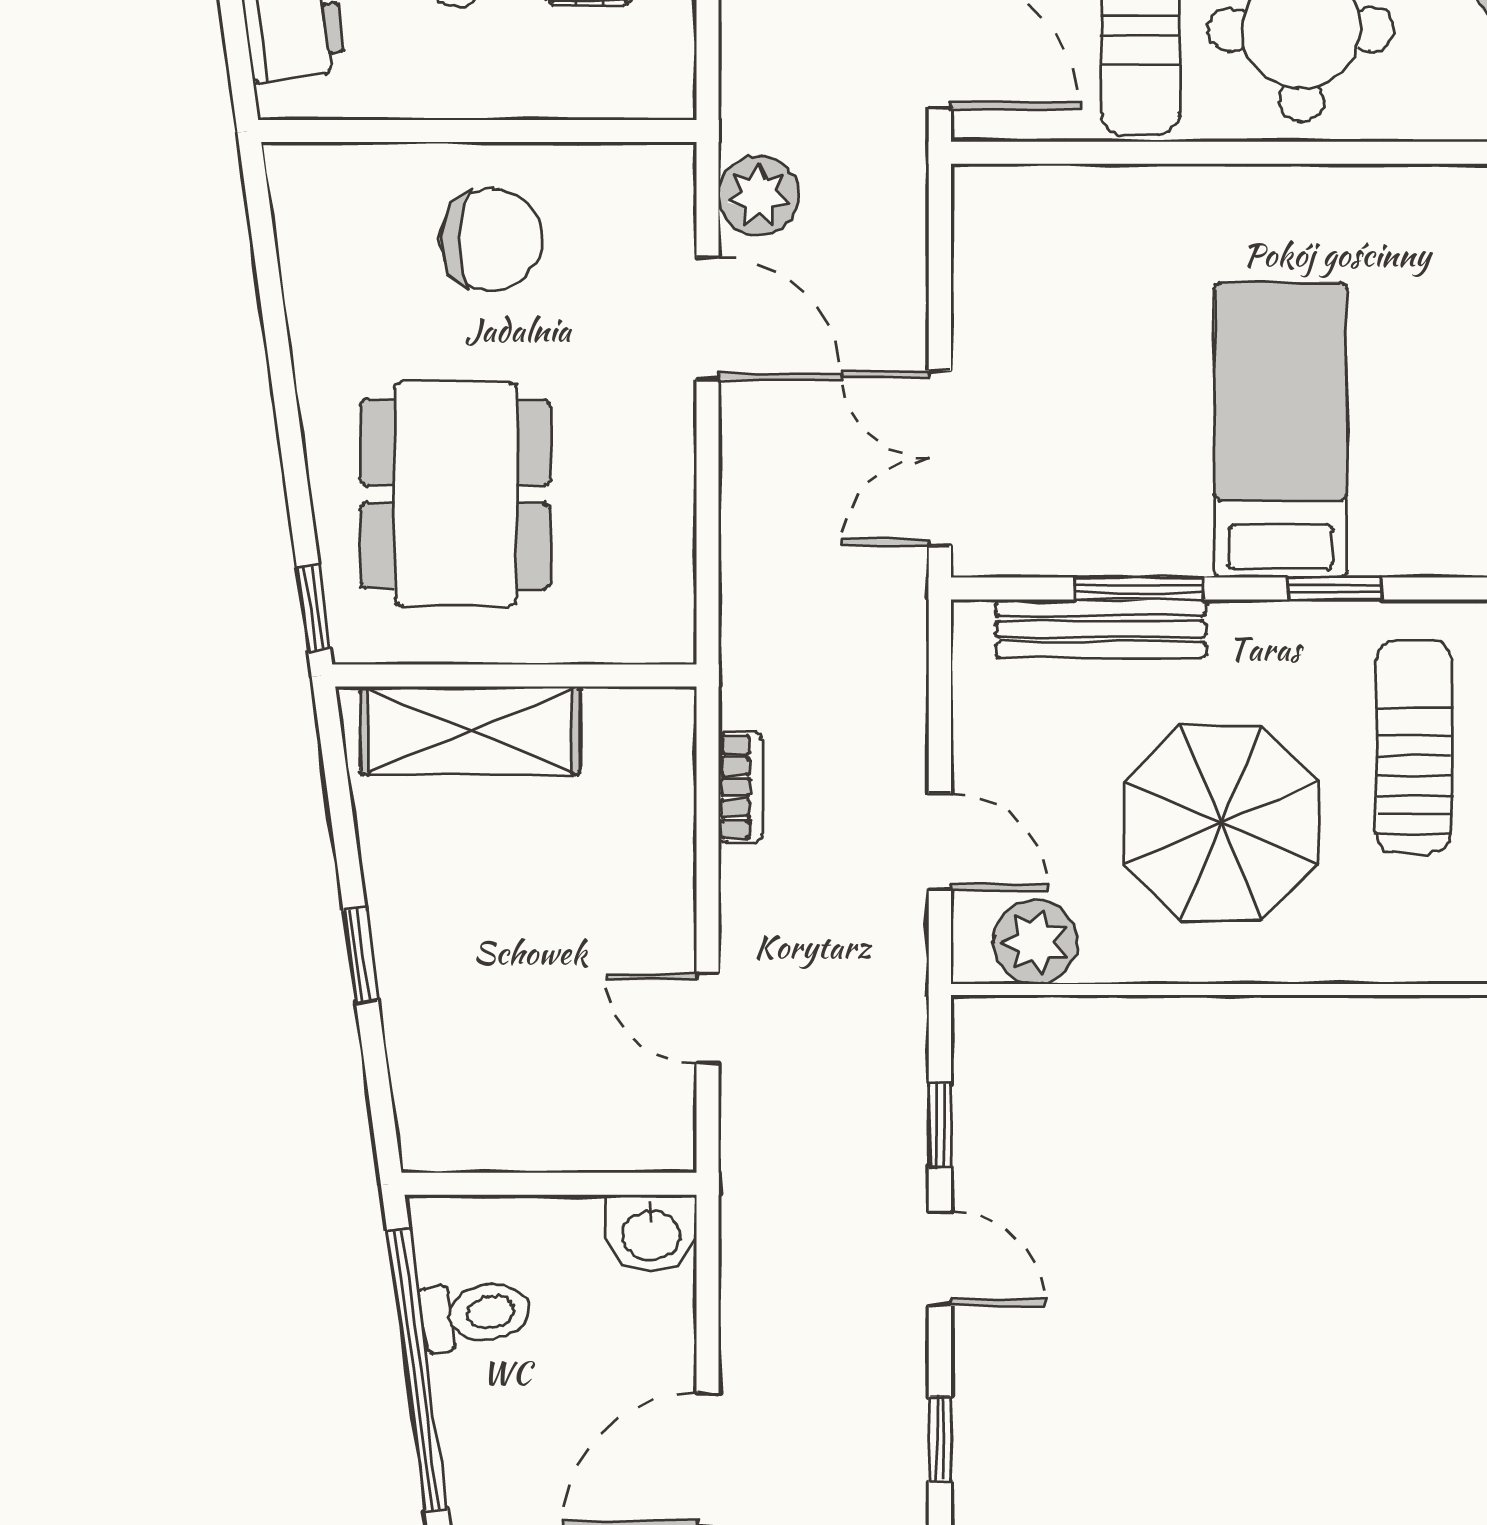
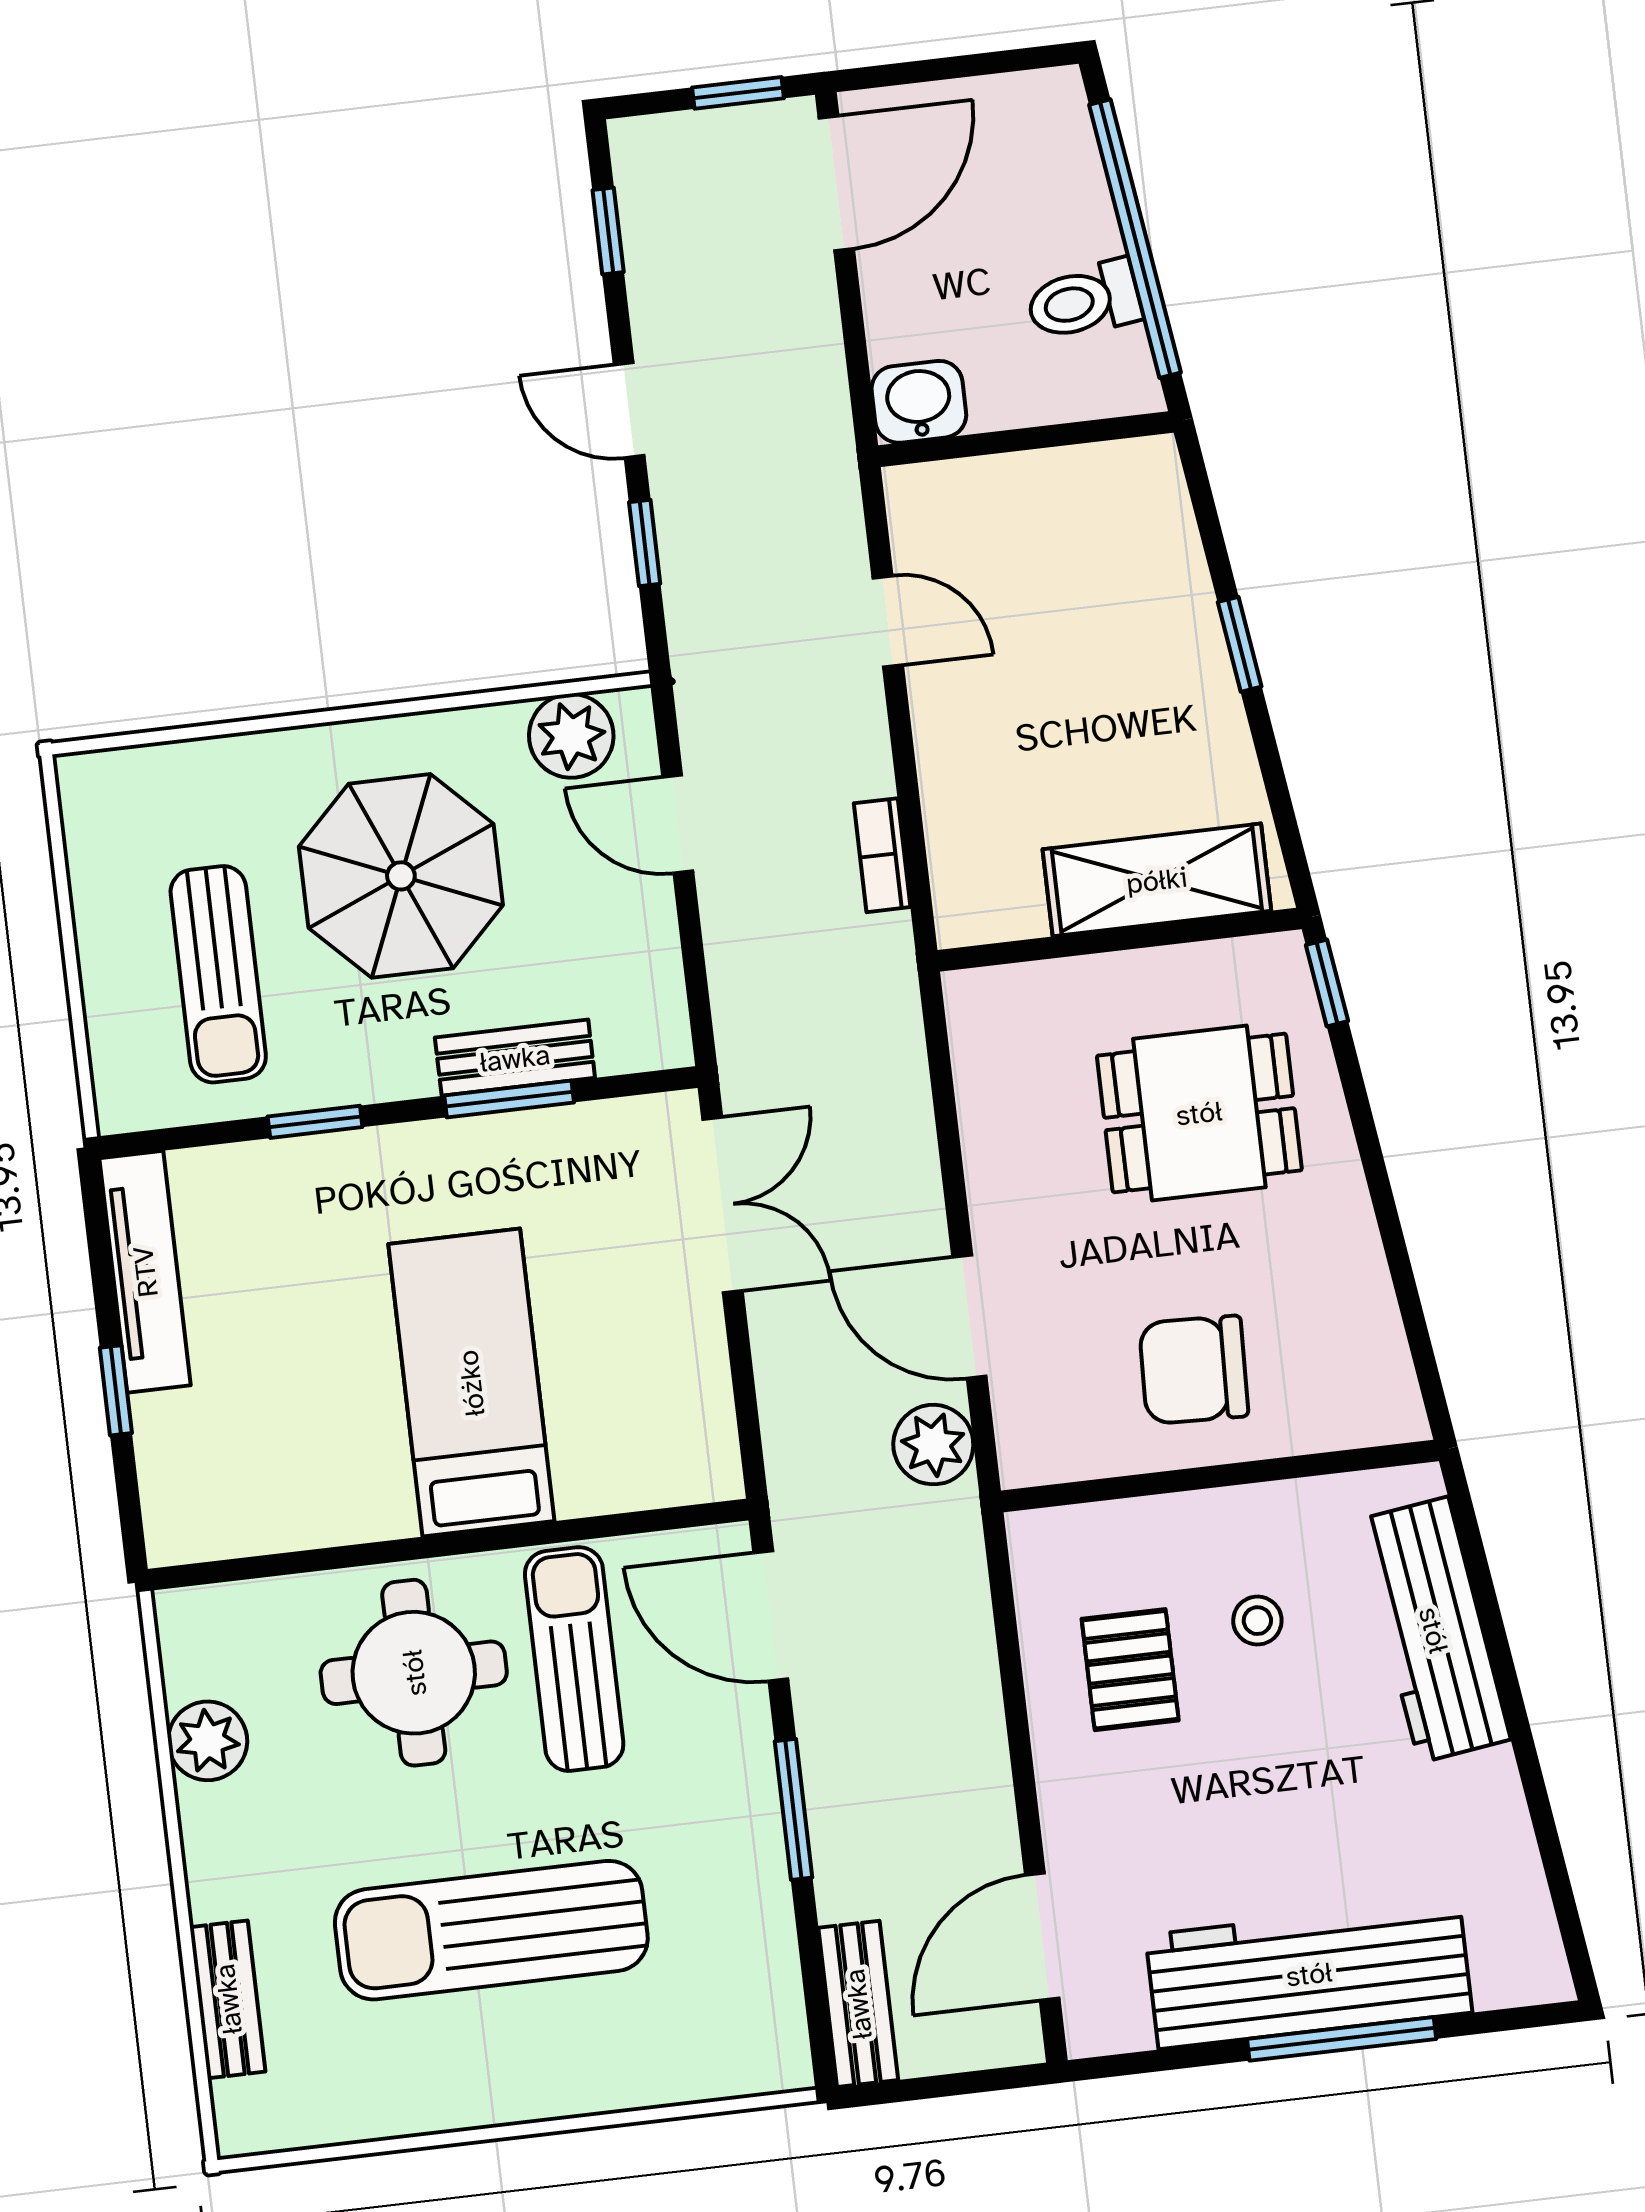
bed: (1281, 430) -> (471, 1383), moved, turned 180
dining table: (455, 494) -> (1199, 1113), width x0.73
bench: (1101, 629) -> (515, 1058), width x0.73

